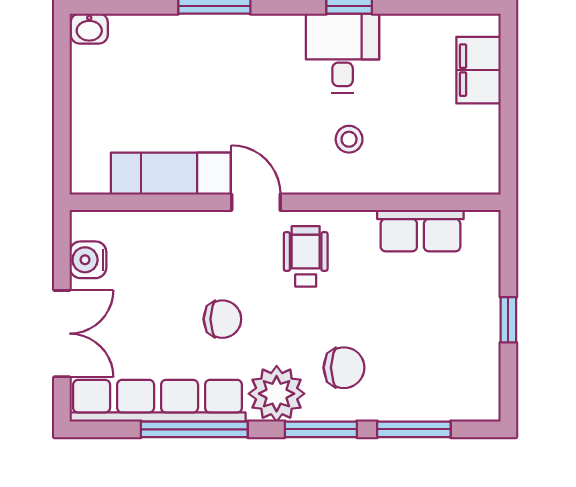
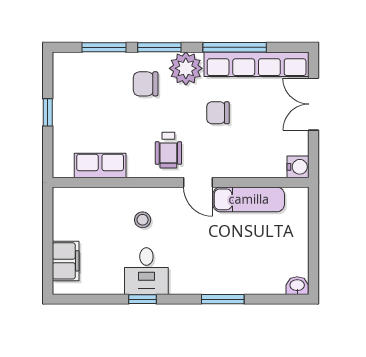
water cooler: (88, 260) -> (298, 167), moved

